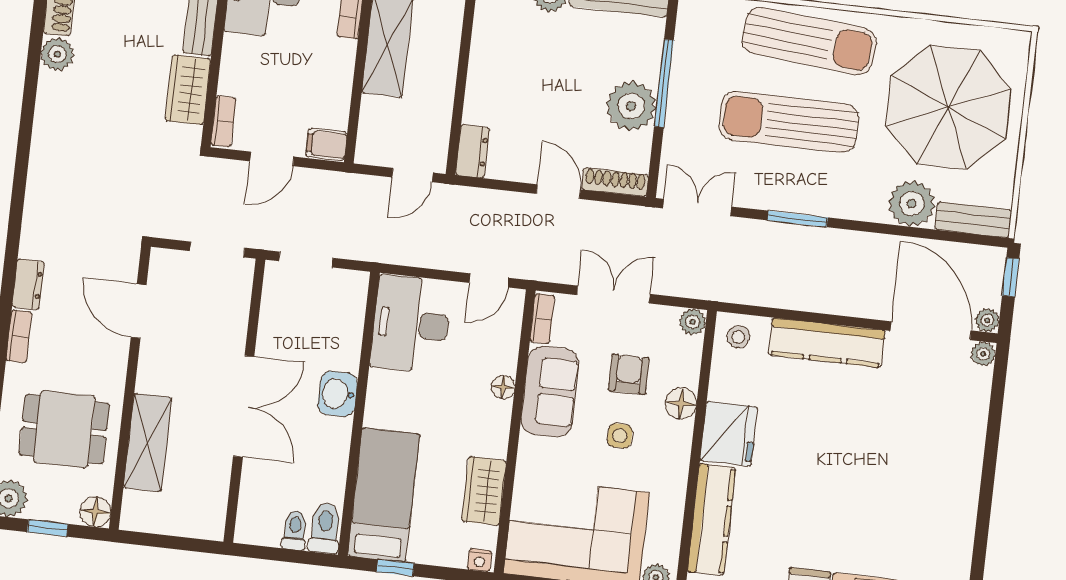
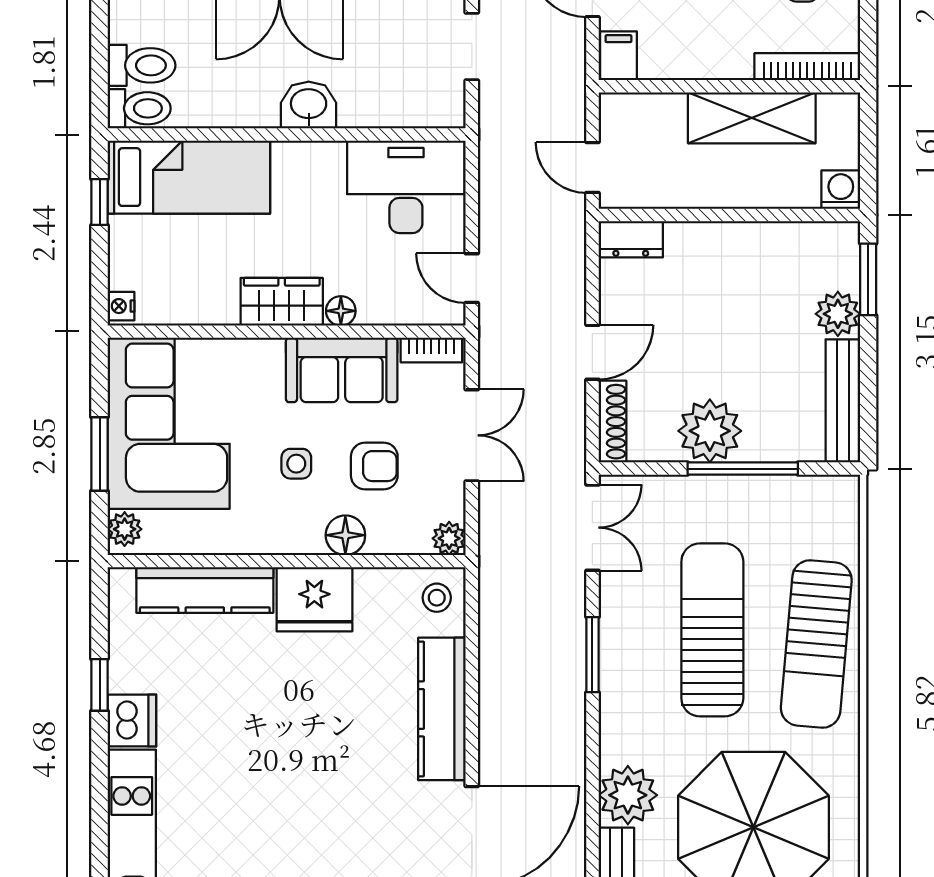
wardrobe: (484, 491) -> (282, 302), moved
toilet: (295, 530) -> (141, 65), width x1.37, depth x1.39

